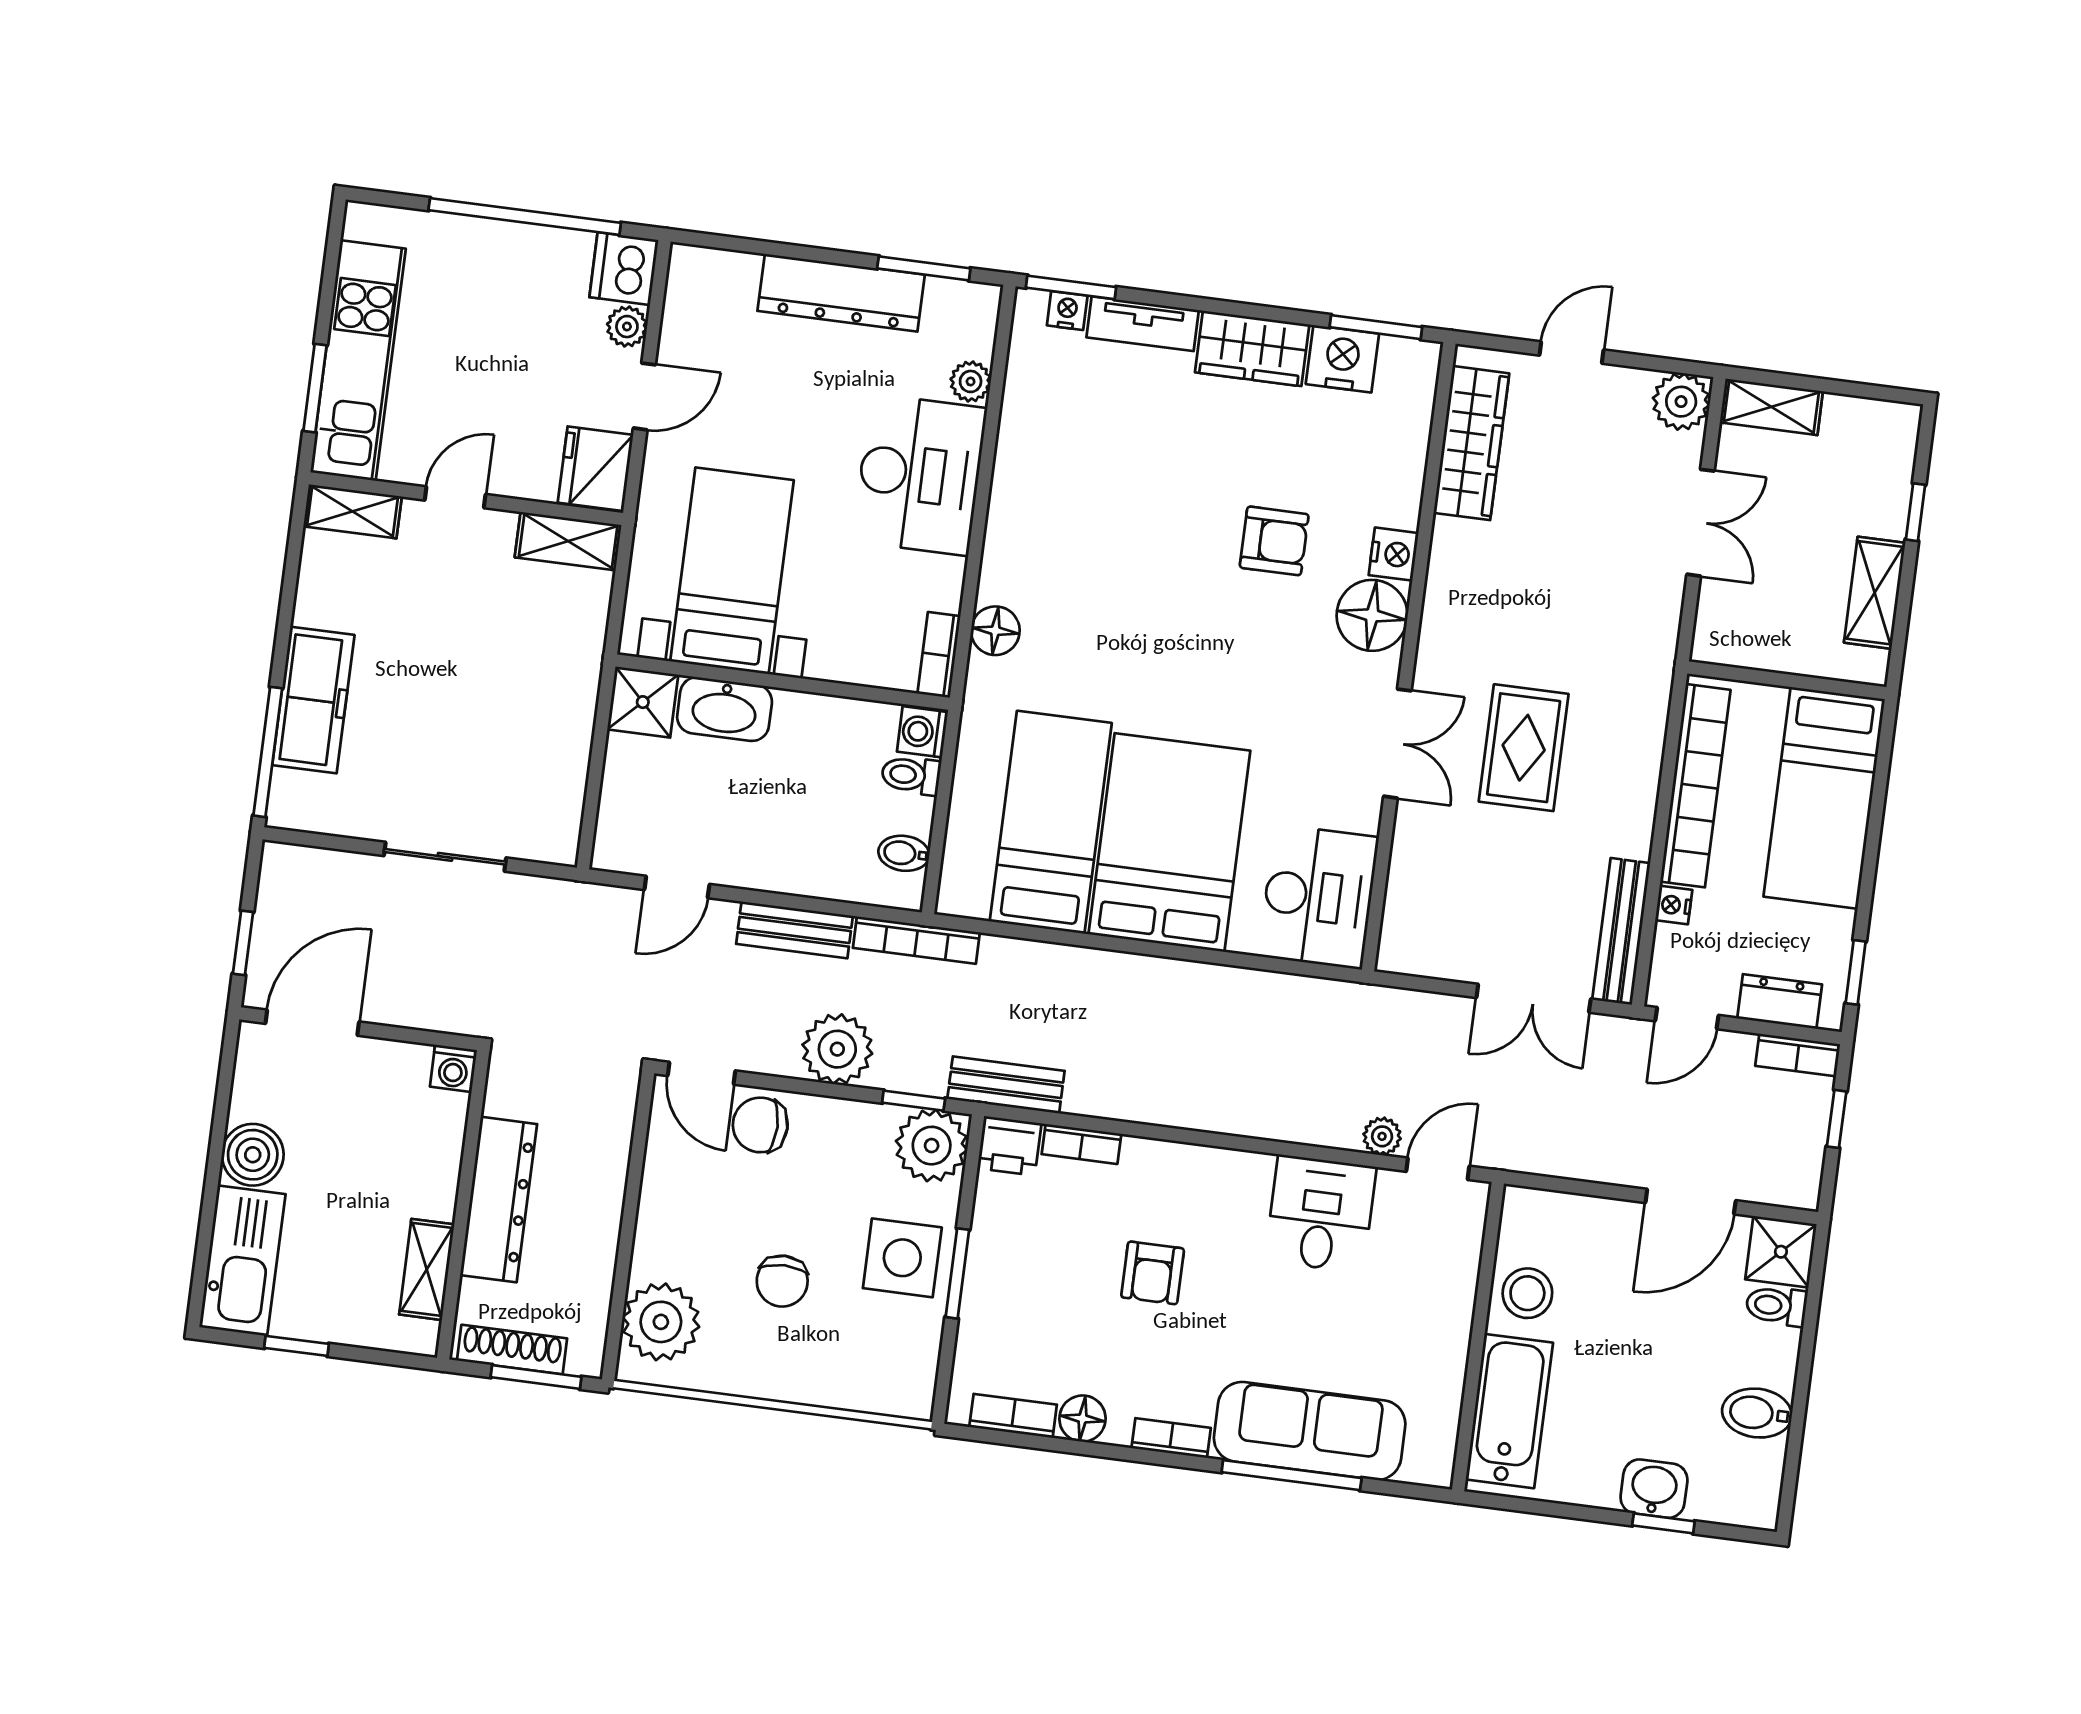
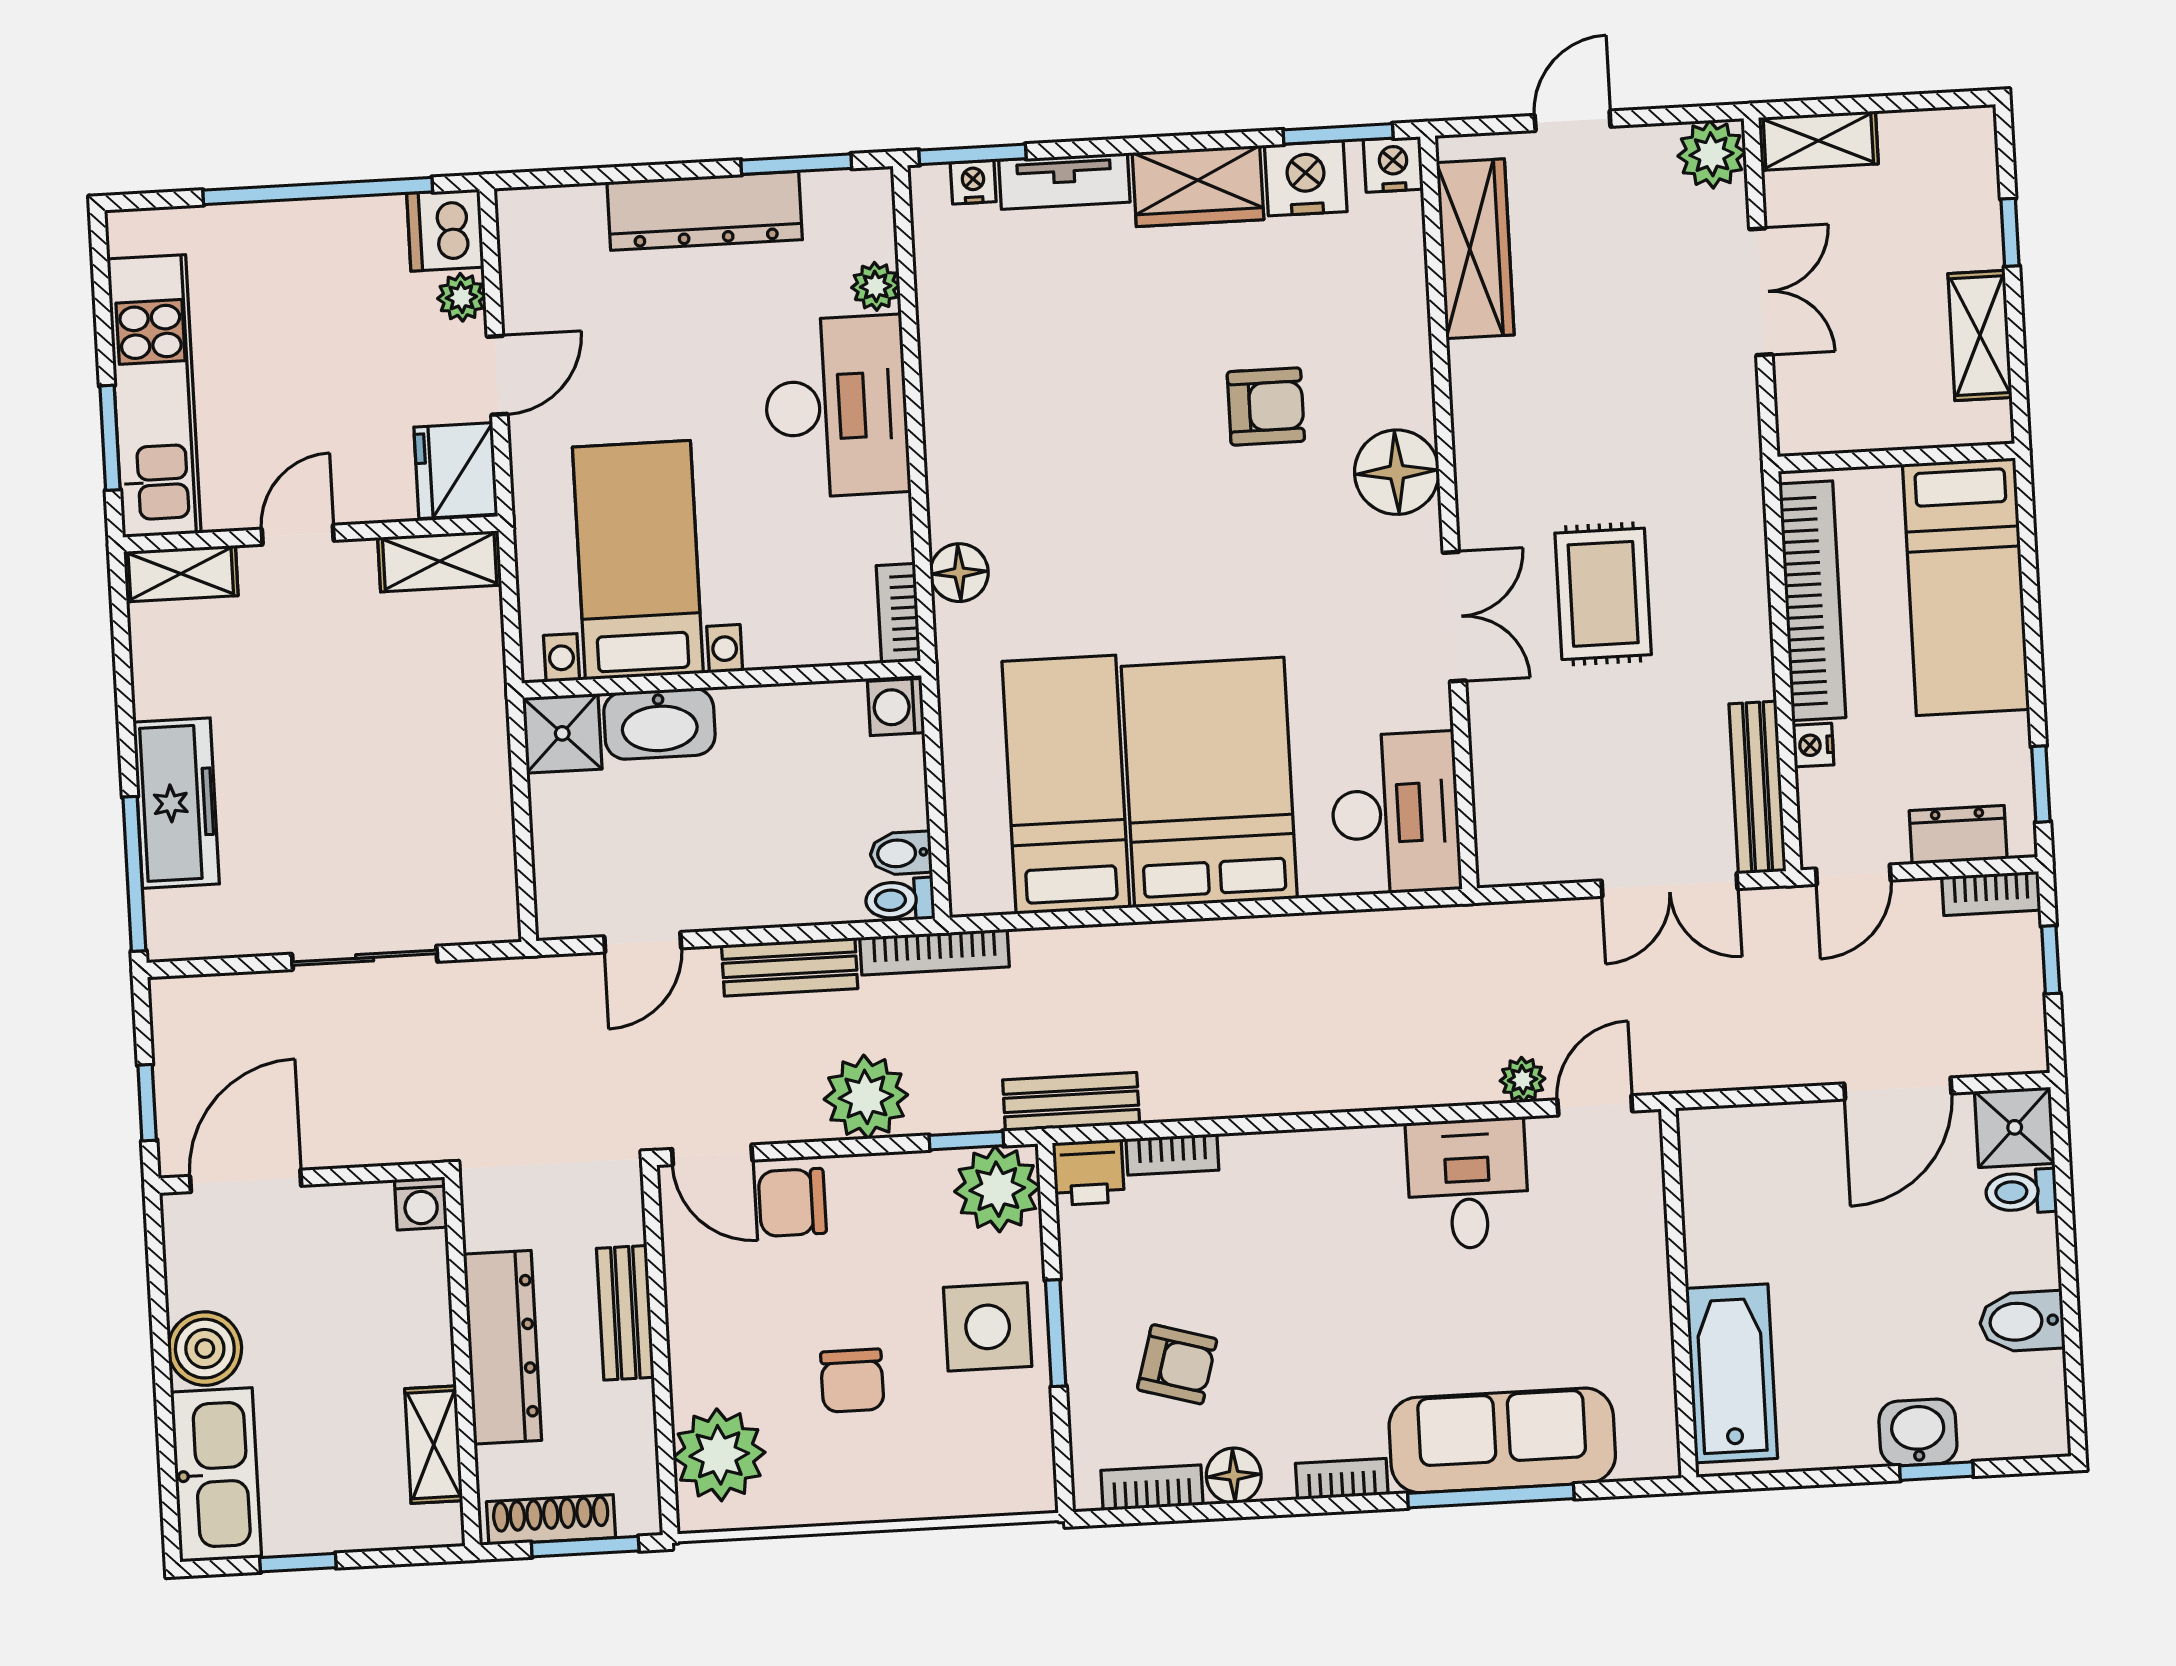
nightstand: (1394, 554) -> (1393, 164), moved, turned -90
toilet: (911, 775) -> (900, 900), moved
bench: (605, 1190) -> (625, 1313), added
armchair: (1153, 1273) -> (1177, 1364), moved, turned -74
stool: (1527, 1293) -> (1727, 1231), removed

